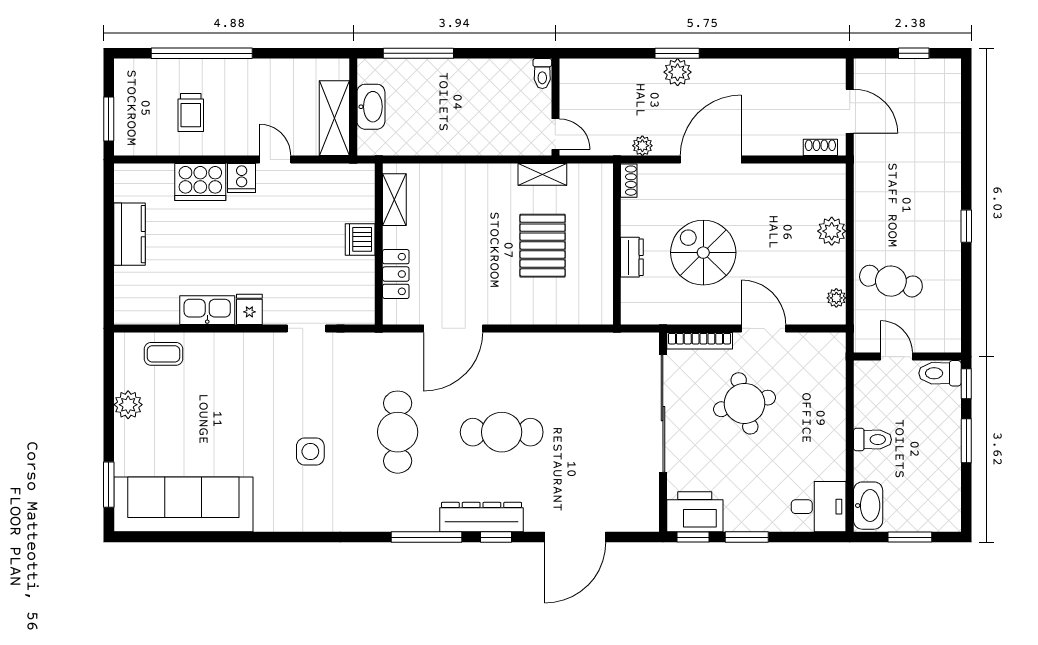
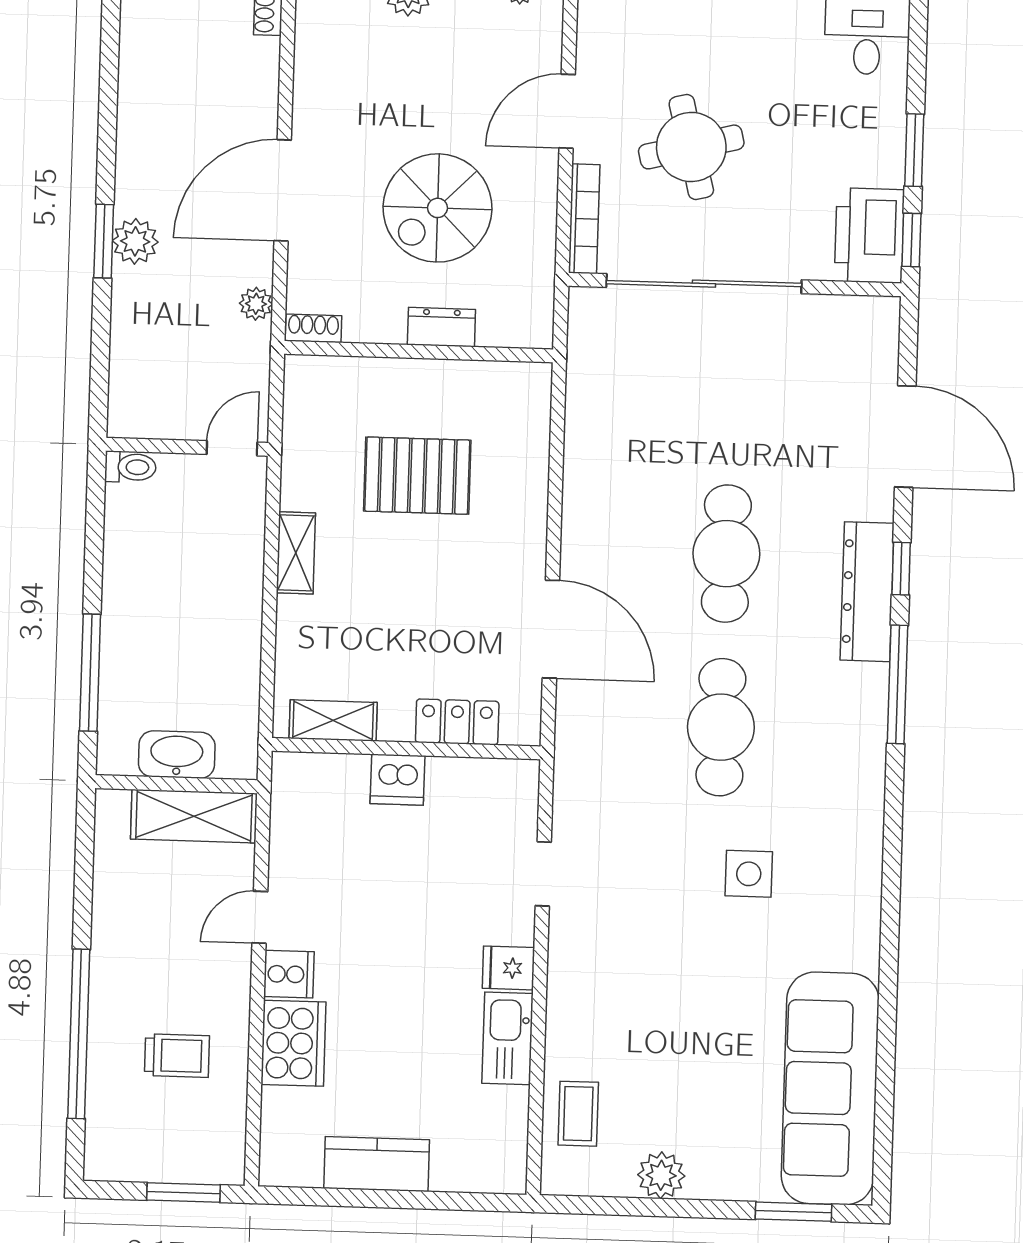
door: (711, 160) -> (283, 190), hinge flipped
shelving: (542, 174) -> (296, 553), moved
cafe table: (398, 432) -> (721, 727), turned 90

